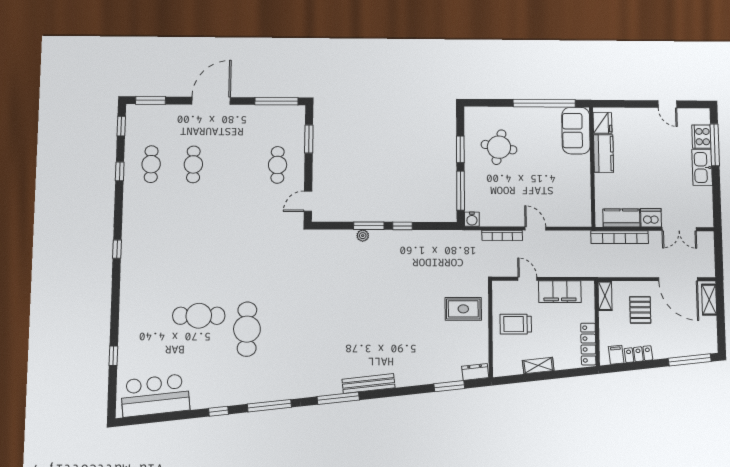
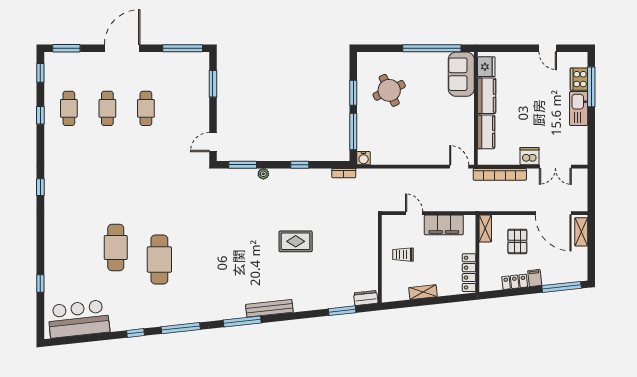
round table: (499, 147) -> (389, 90), turned -36
cafe table: (278, 165) -> (146, 108), moved
kitchen counter: (621, 218) -> (486, 132), moved, turned 90
window: (369, 226) -> (243, 165), moved
door: (535, 228) -> (459, 167), moved
bookcase: (502, 235) -> (344, 173), moved, width x0.64
rug: (463, 309) -> (296, 241), moved
cafe table: (199, 316) -> (116, 248), turned 90
trolley: (516, 324) -> (403, 255), width x0.73, depth x0.72
filing cabinet: (616, 355) -> (535, 278), moved

